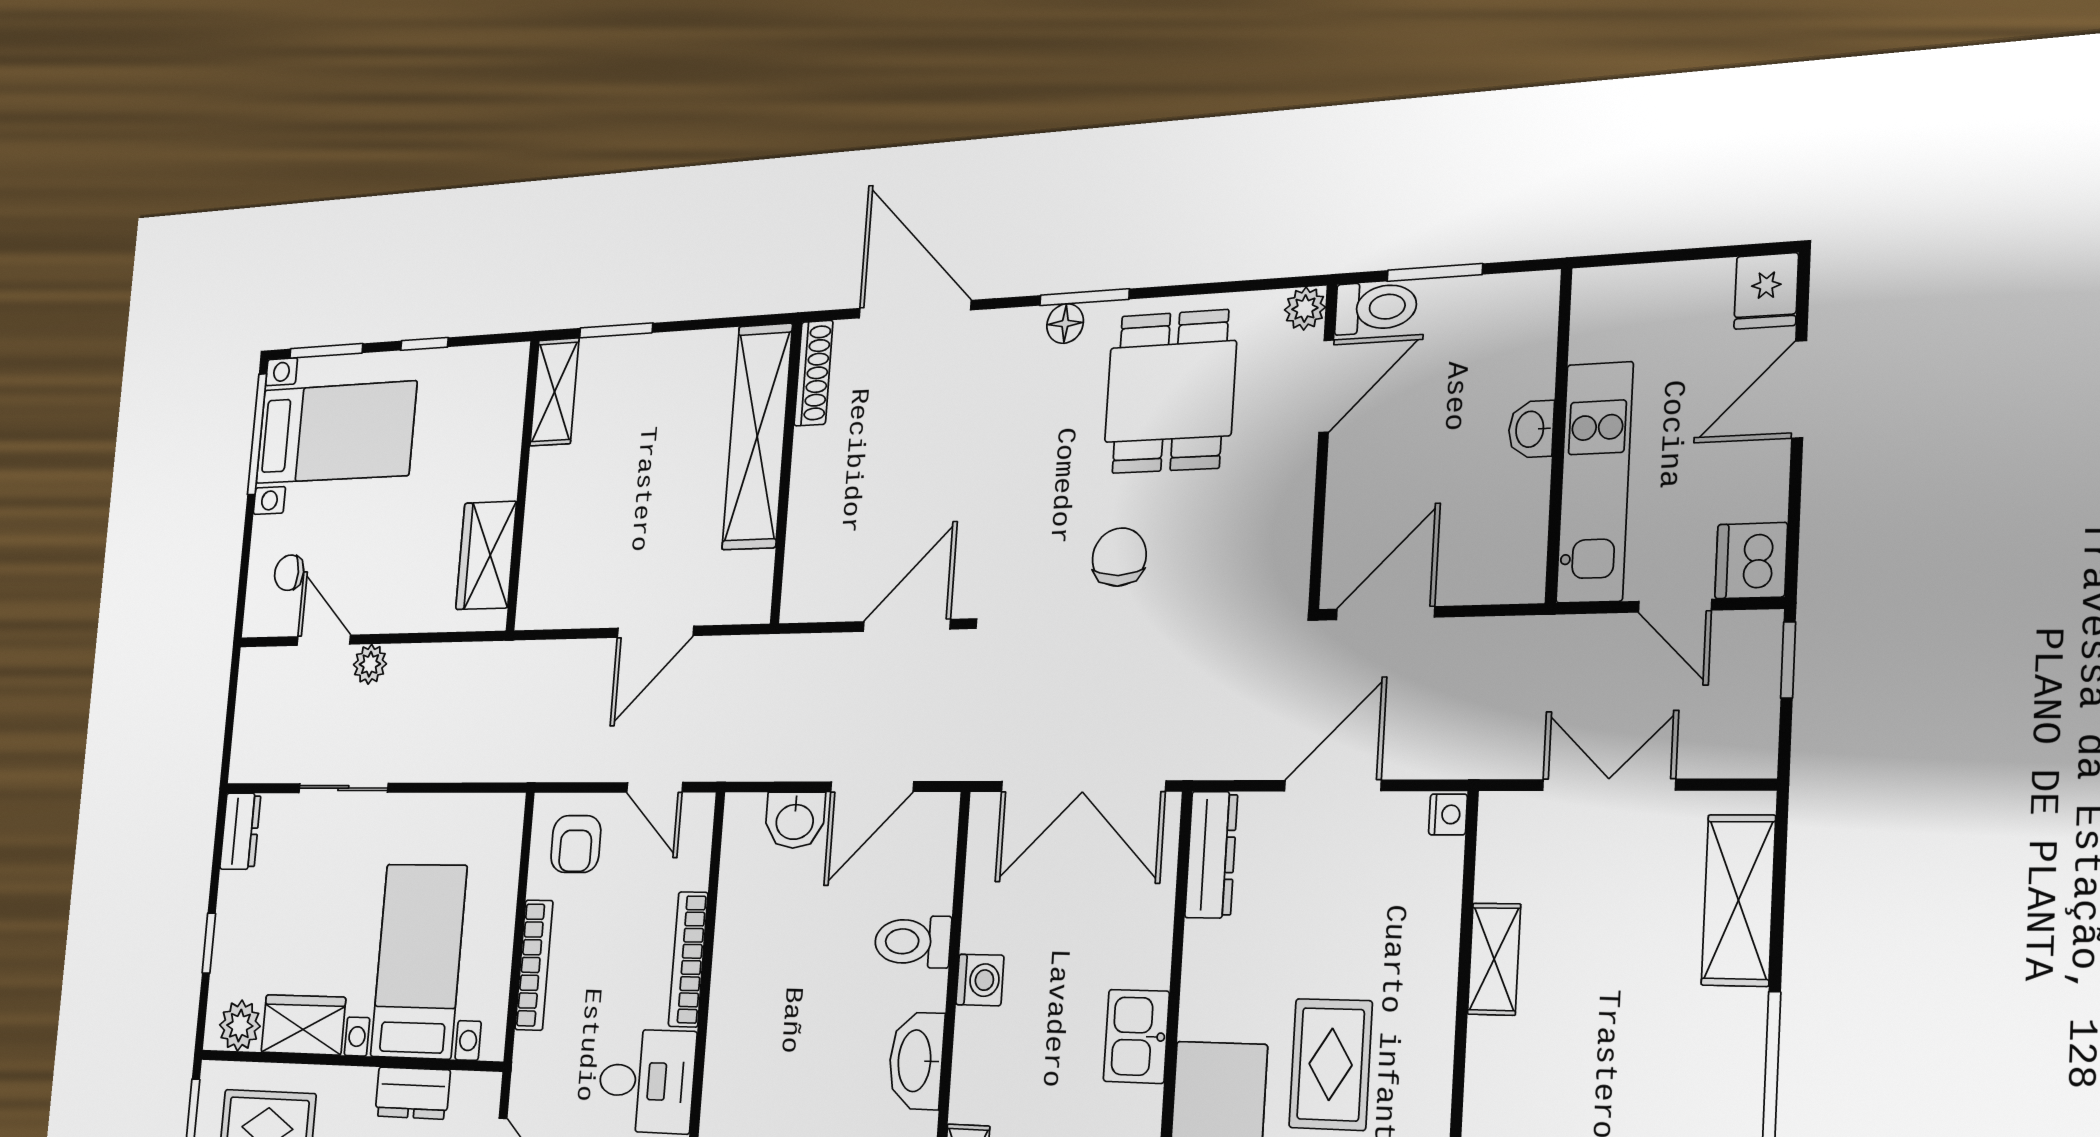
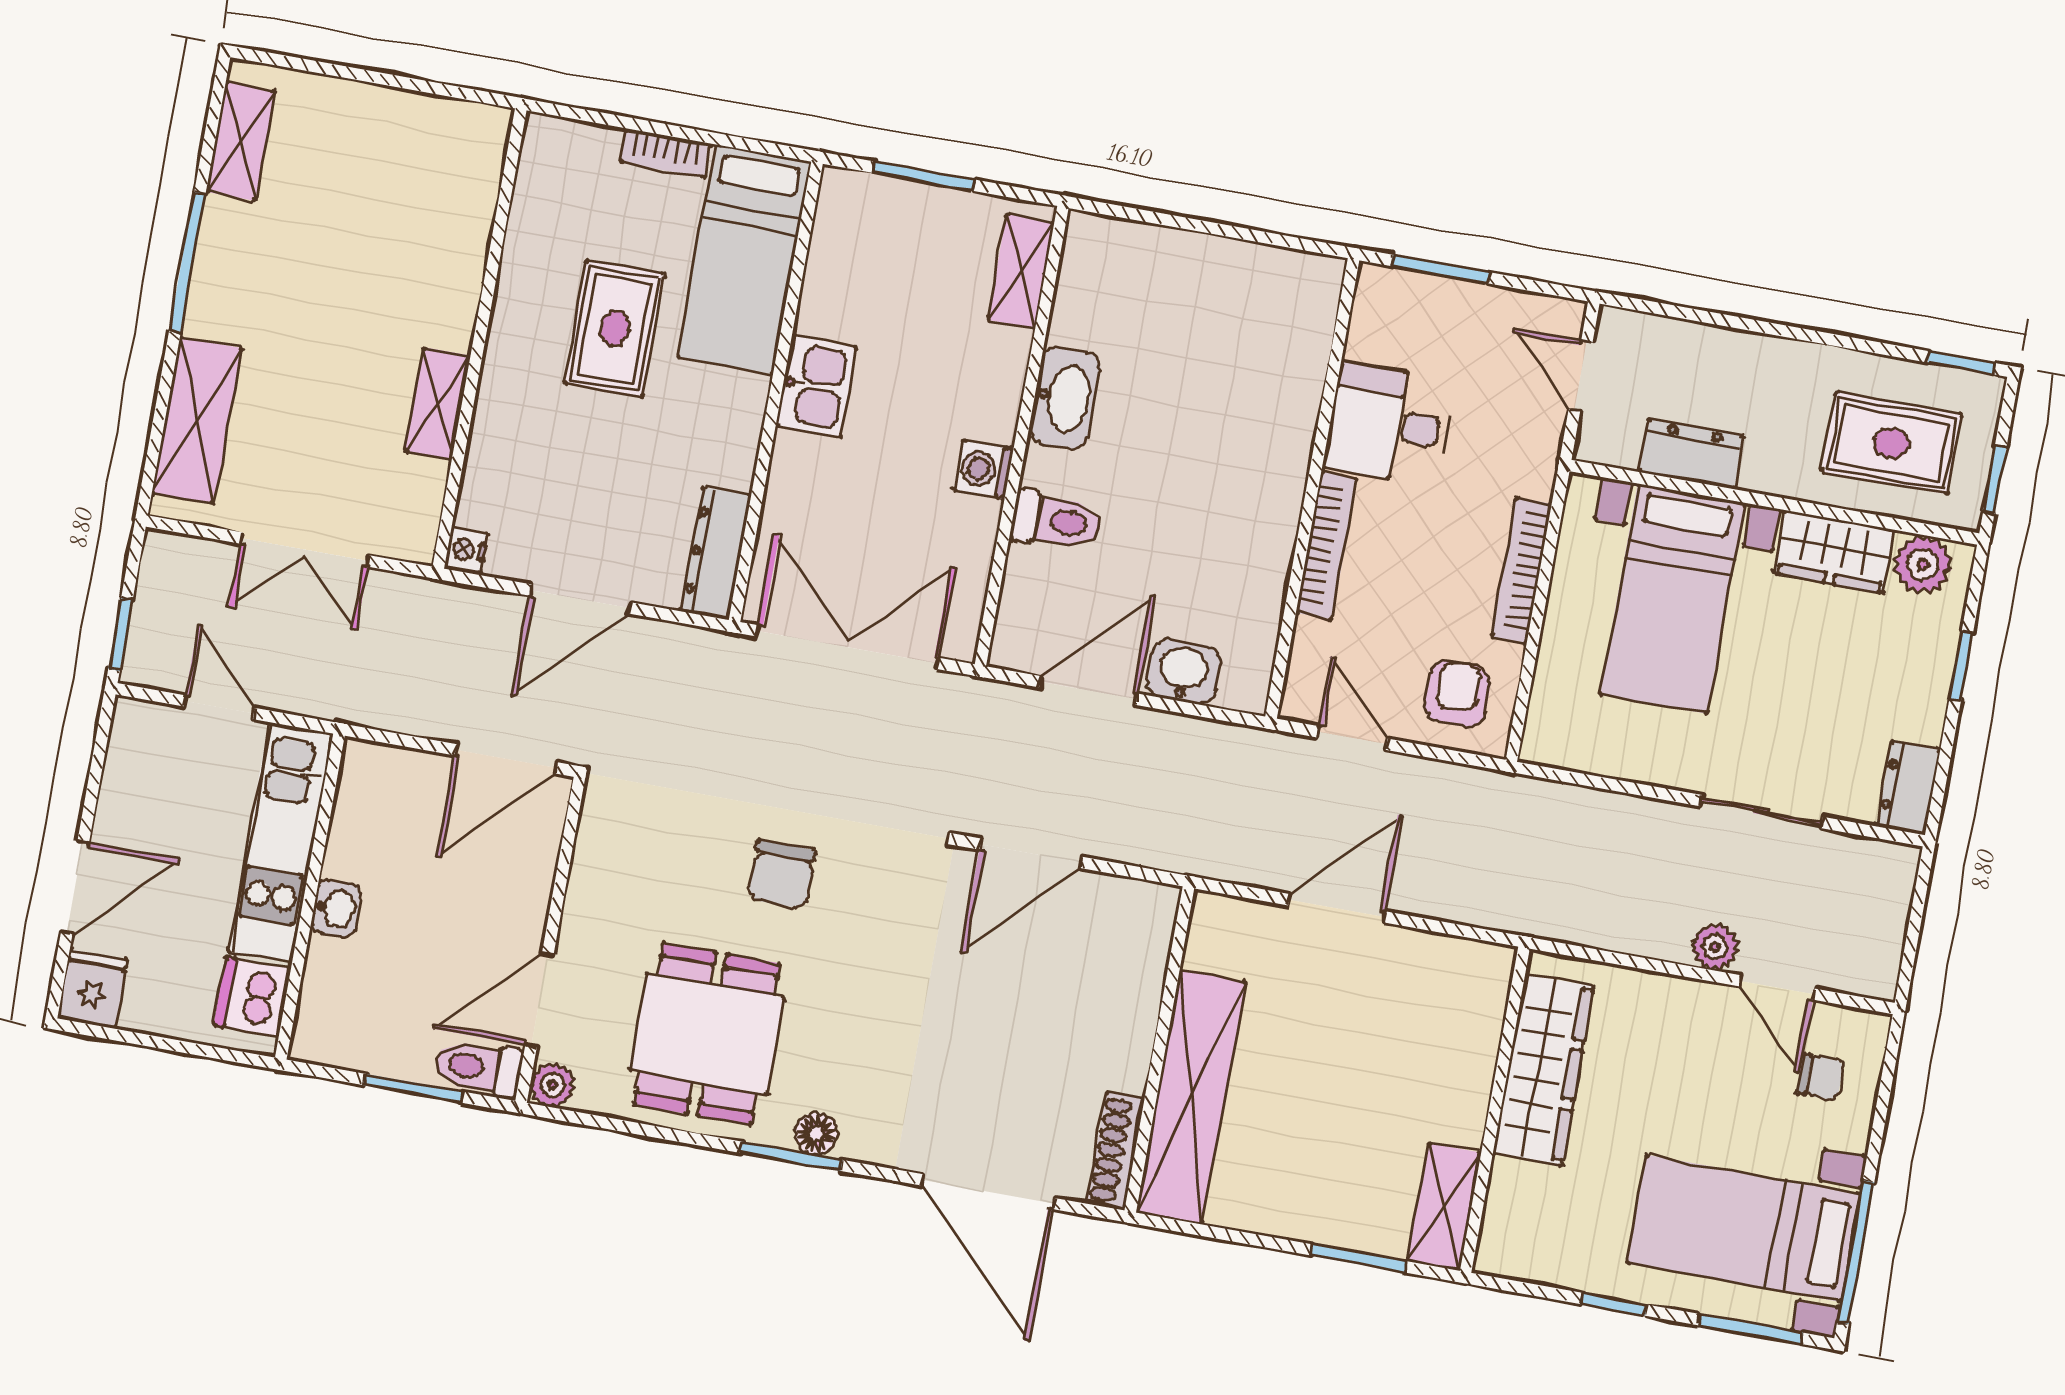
wardrobe: (486, 555) -> (1544, 1070), width x1.50
dishwasher: (1751, 561) -> (252, 997), moved, turned 180

